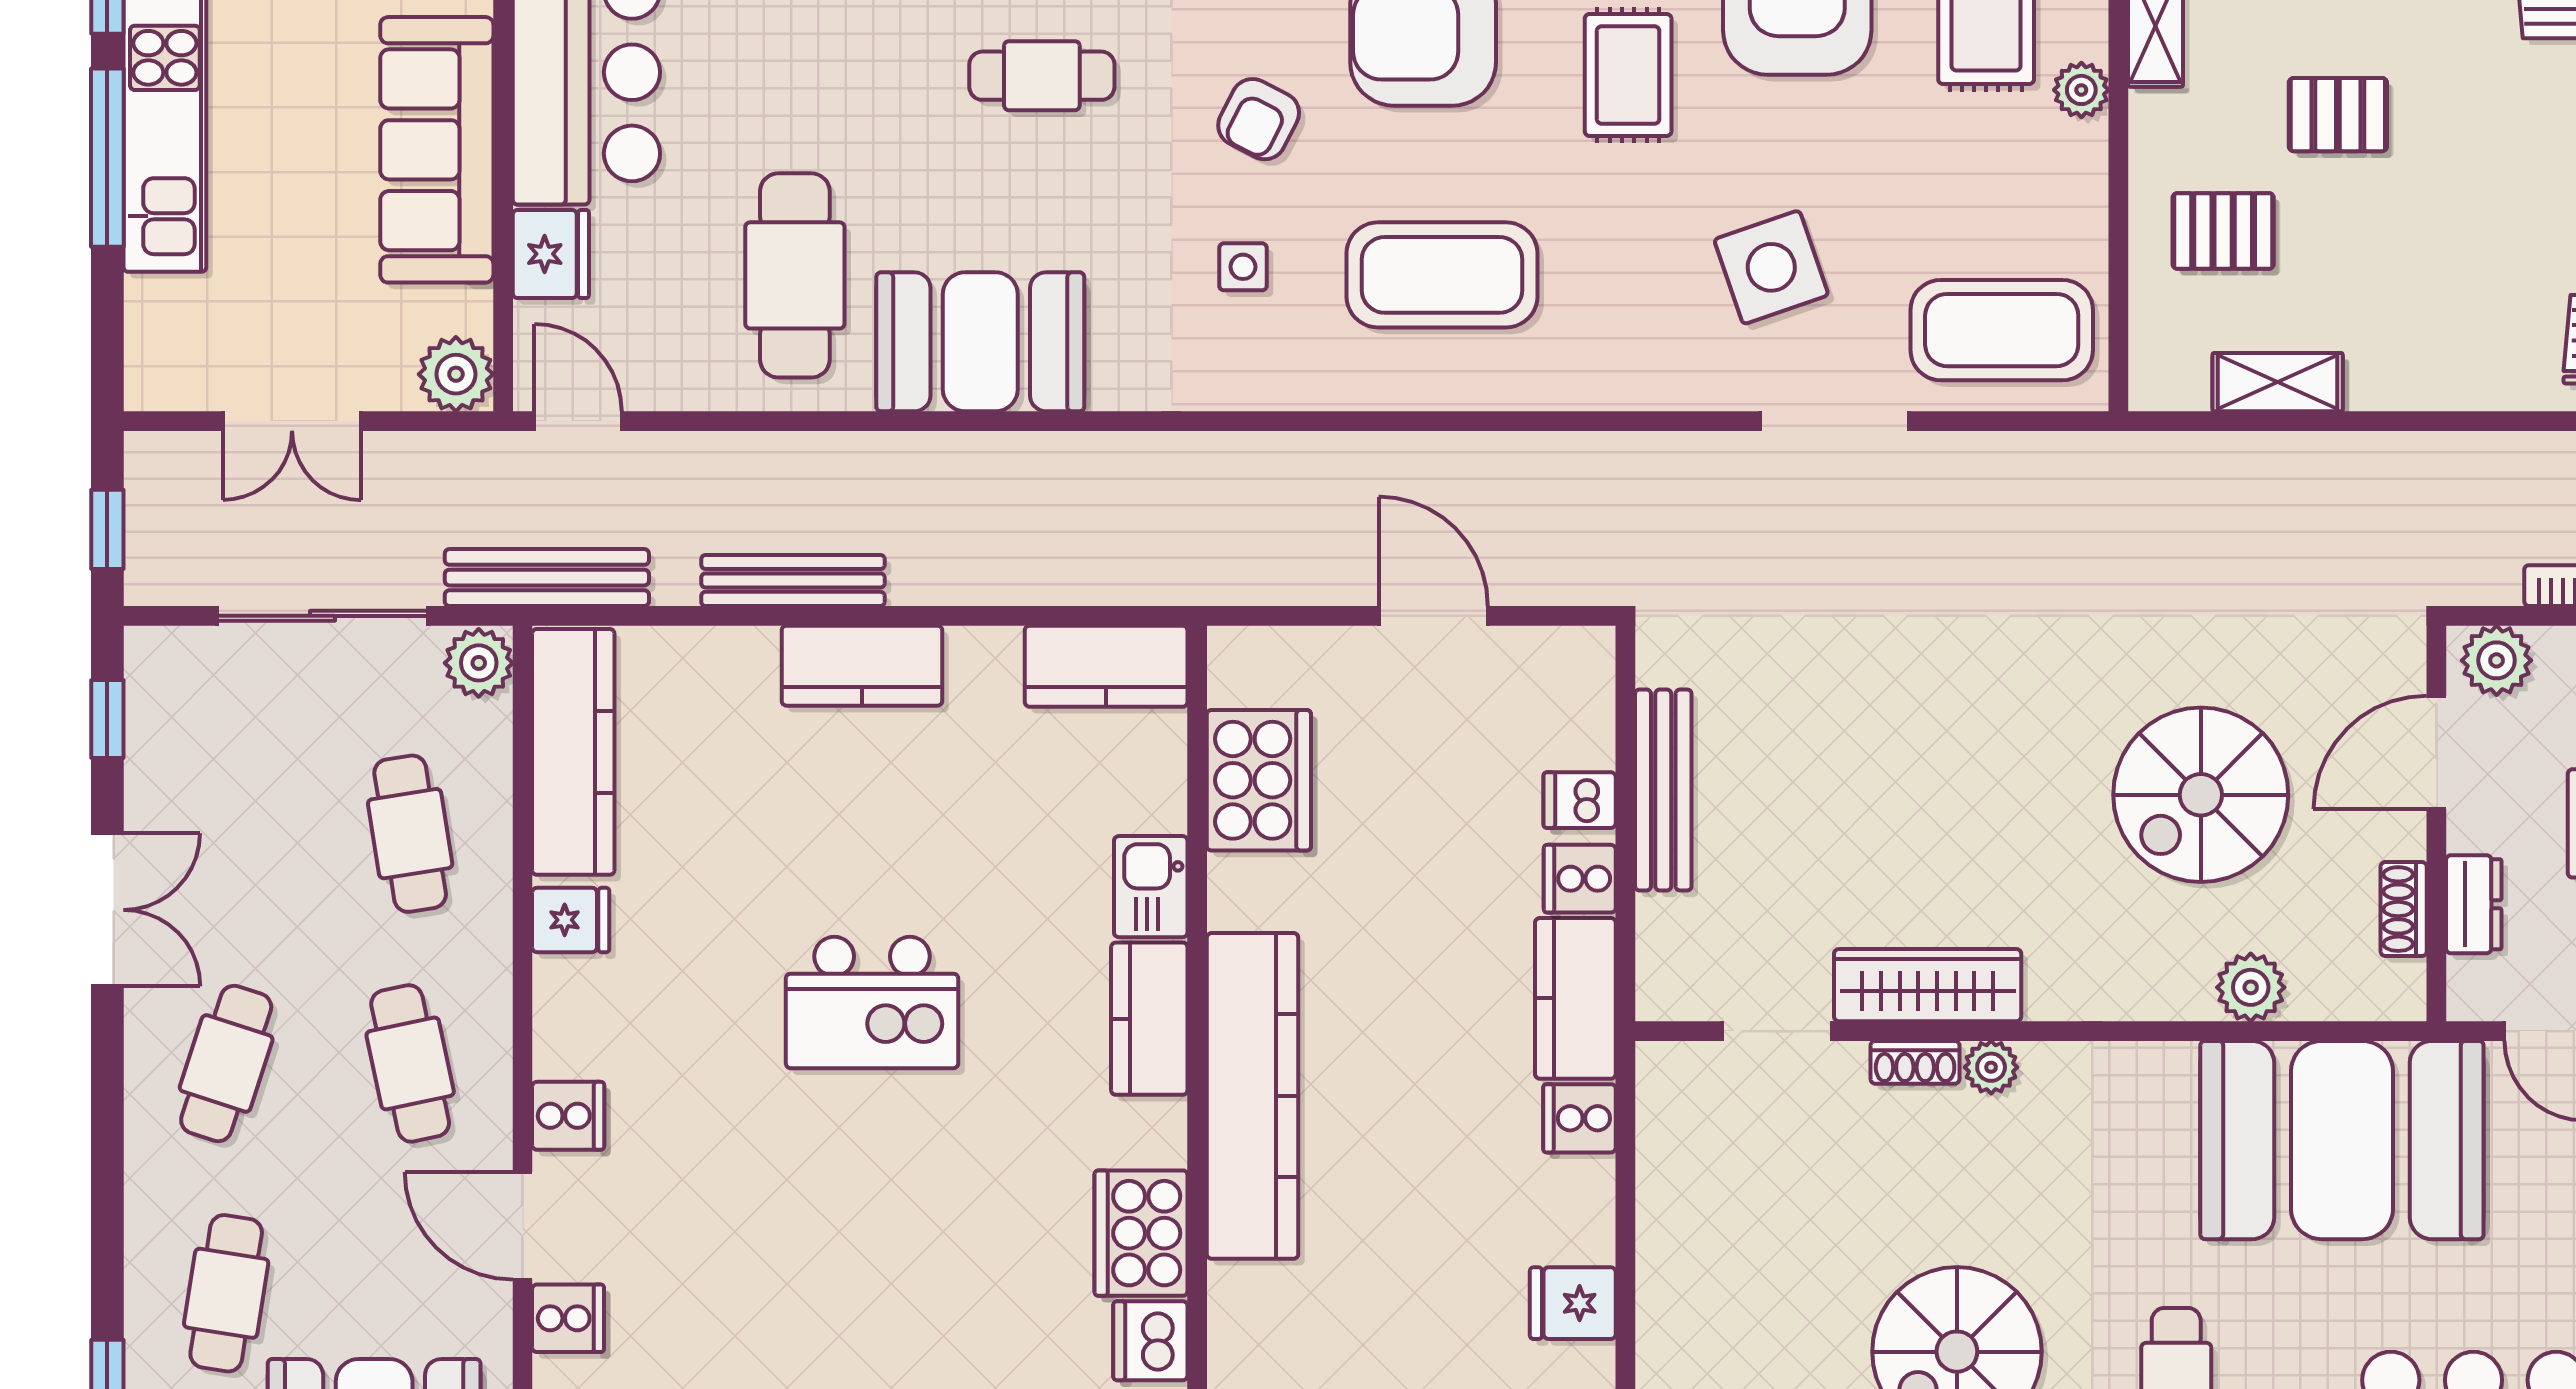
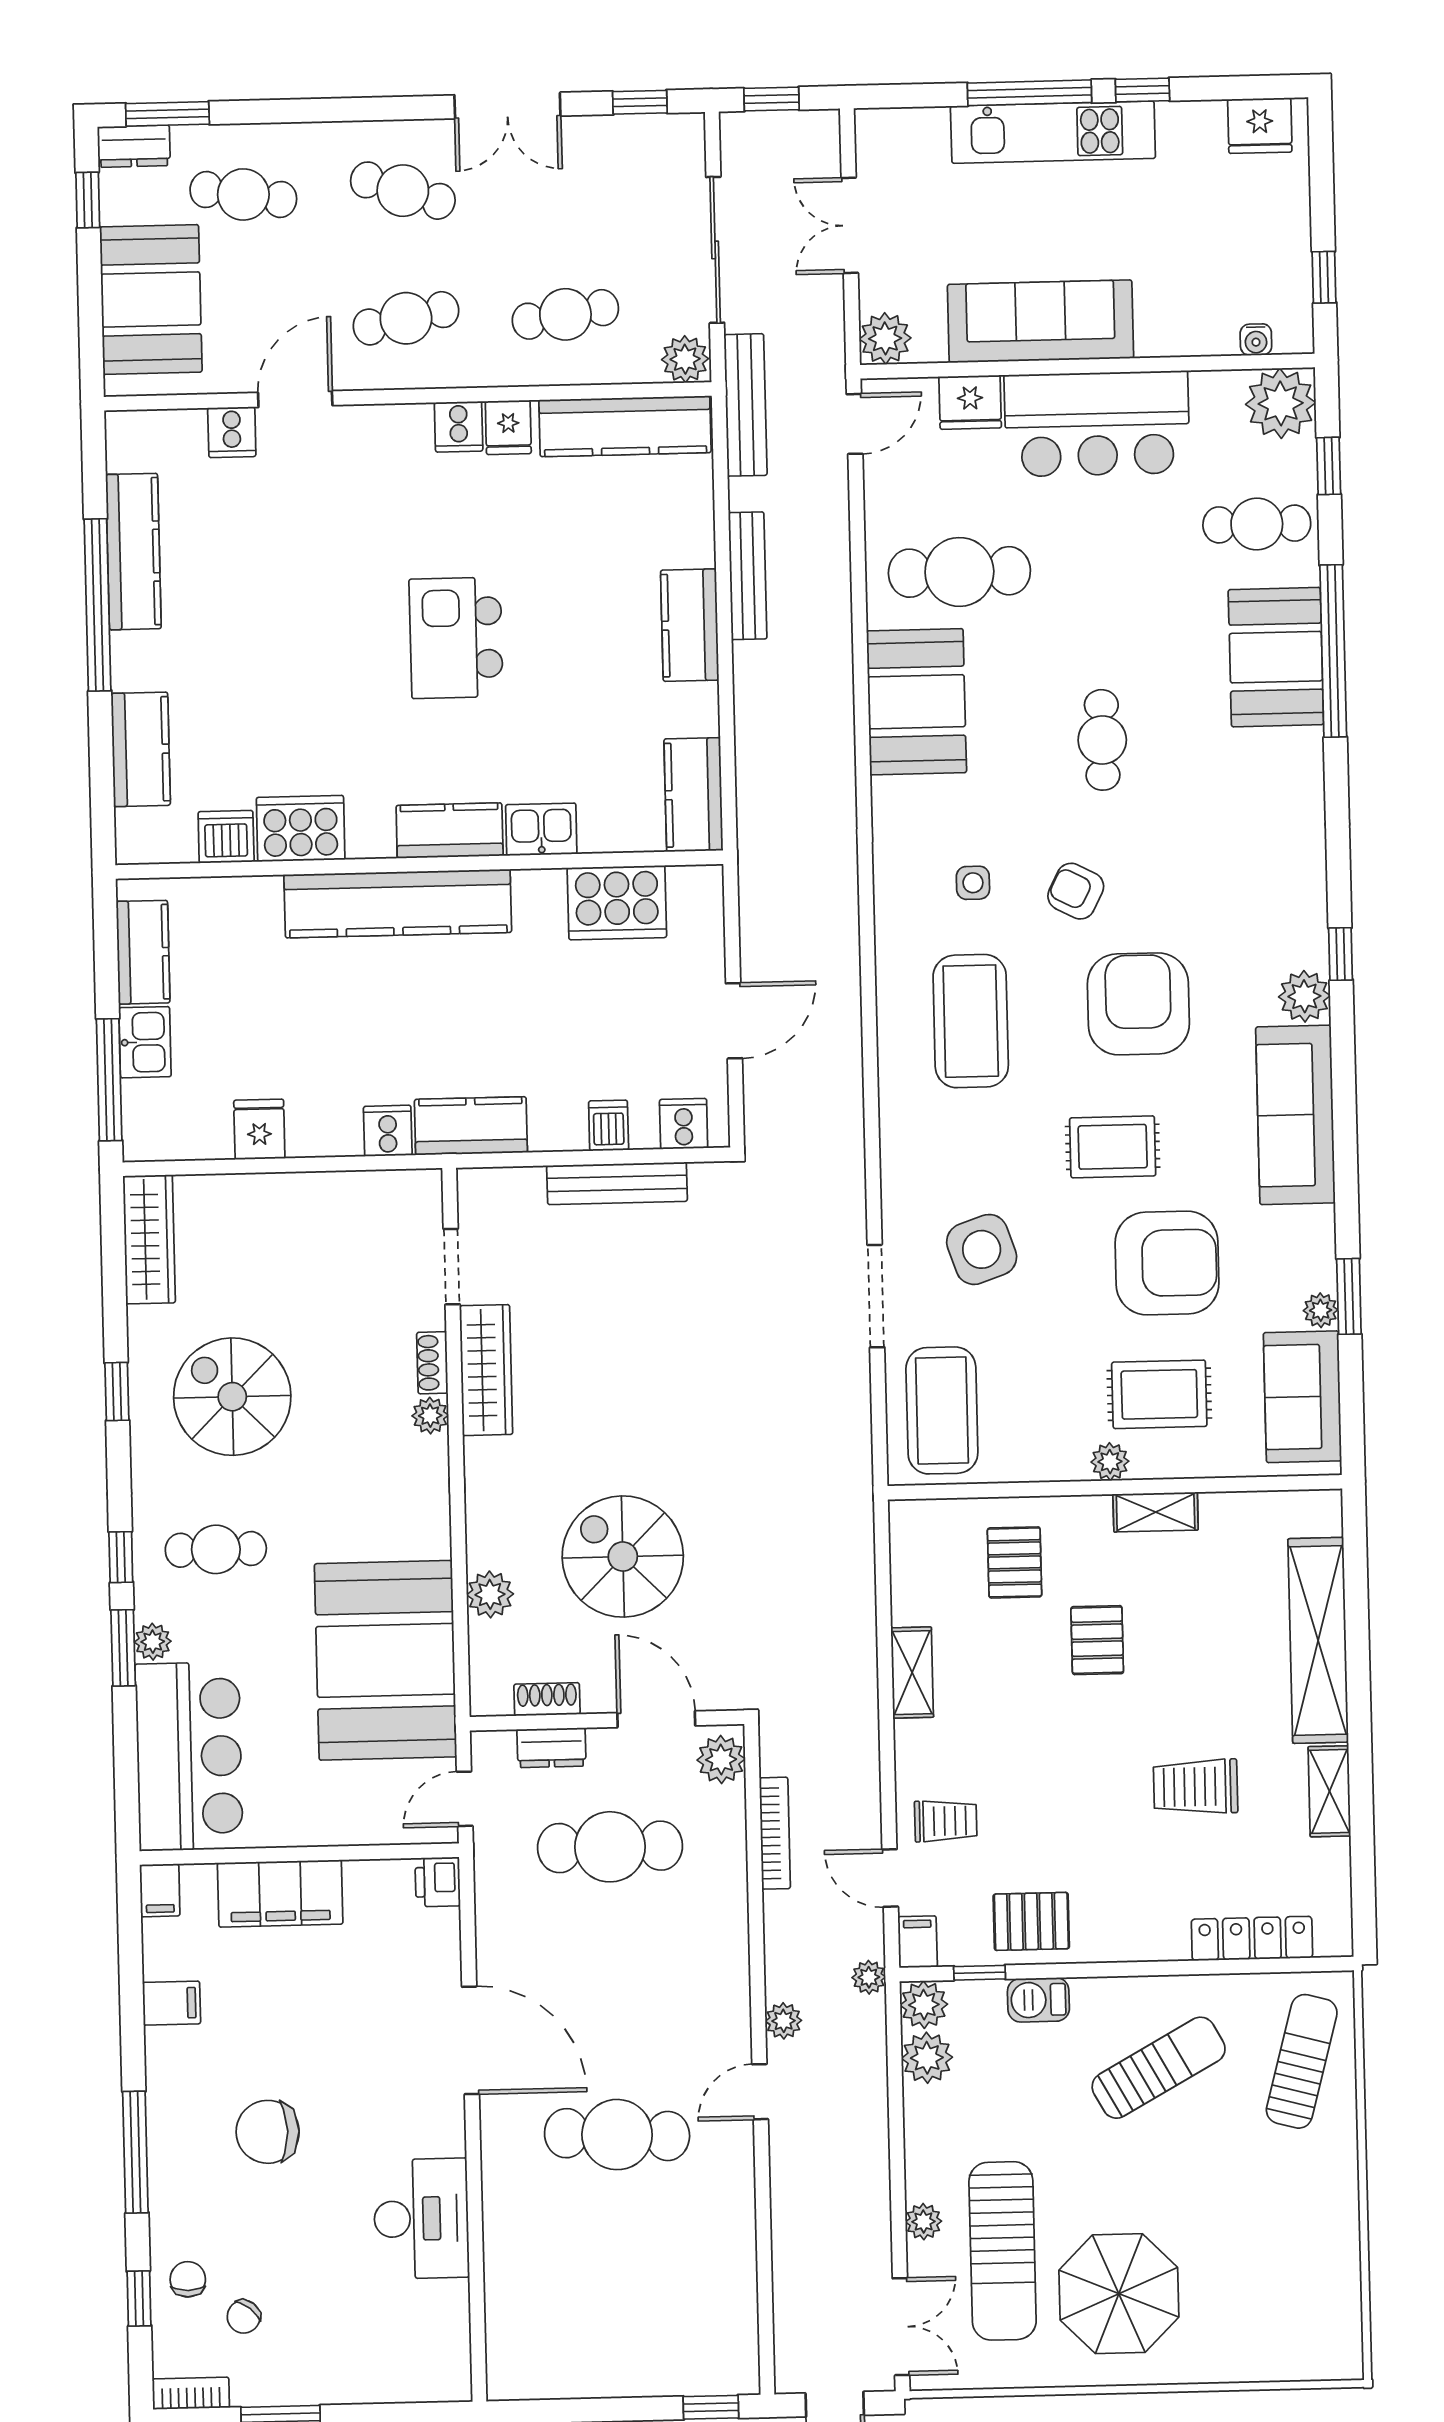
shelving: (2278, 382) -> (912, 1673), moved
cooker: (1580, 879) -> (684, 1124), moved
cooker: (568, 1116) -> (459, 427), moved

